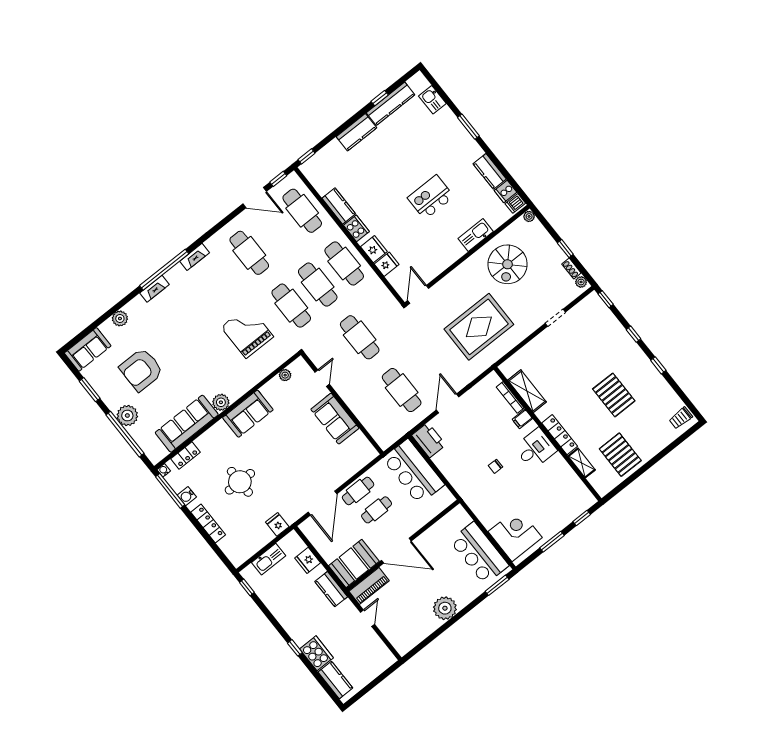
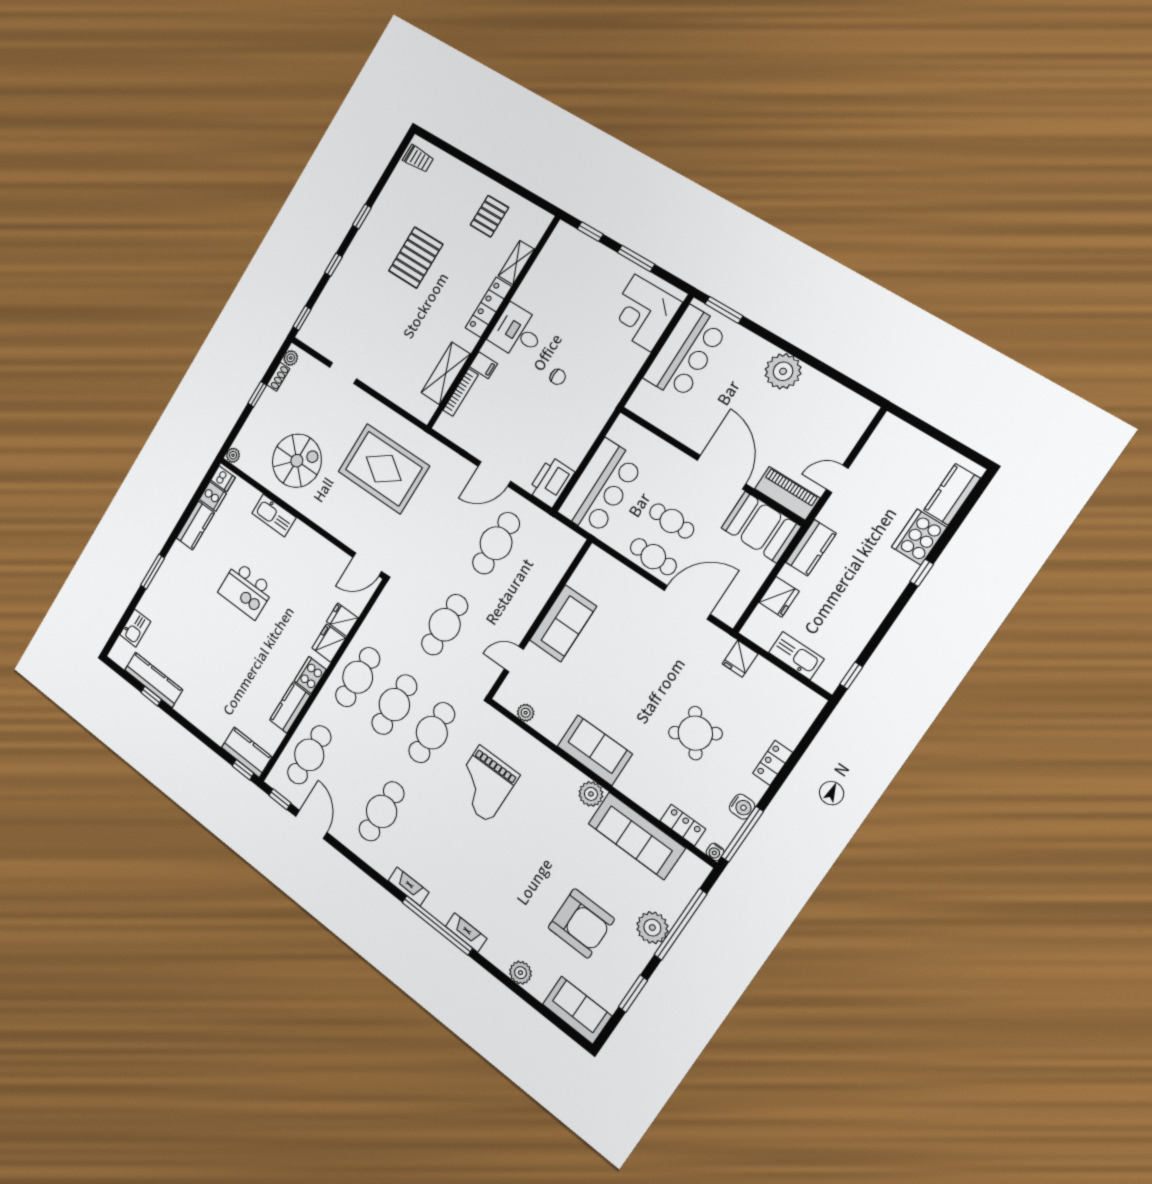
kitchen counter: (356, 132) -> (247, 752), moved
pallet: (620, 455) -> (489, 216), width x0.67, depth x0.71
round table: (240, 482) -> (695, 733), turned -34
locker: (208, 523) -> (773, 763), width x0.66

